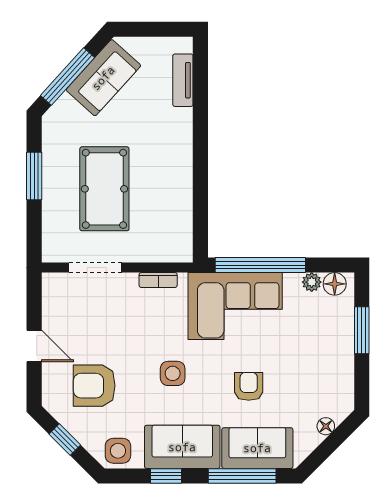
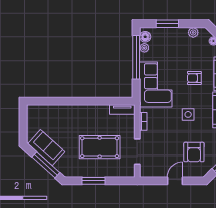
tv unit: (183, 80) -> (122, 110), moved
window: (260, 265) -> (136, 57), moved
plant: (344, 384) -> (193, 32), added

